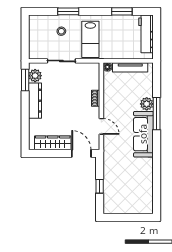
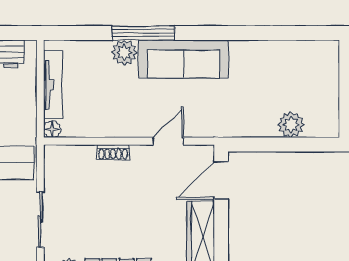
window: (100, 186) -> (285, 145), removed
plant: (110, 189) -> (291, 125), added

